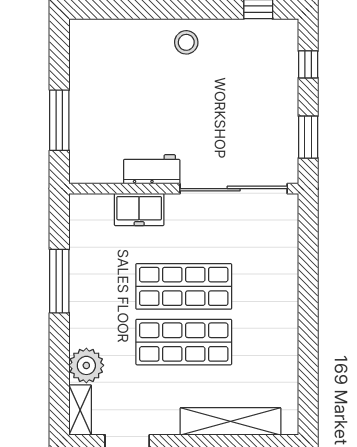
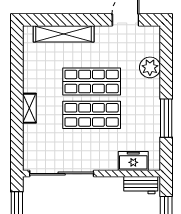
workbench: (152, 169) -> (141, 185), moved
freezer: (139, 209) -> (133, 161), moved
shelving: (80, 410) -> (29, 108), moved

